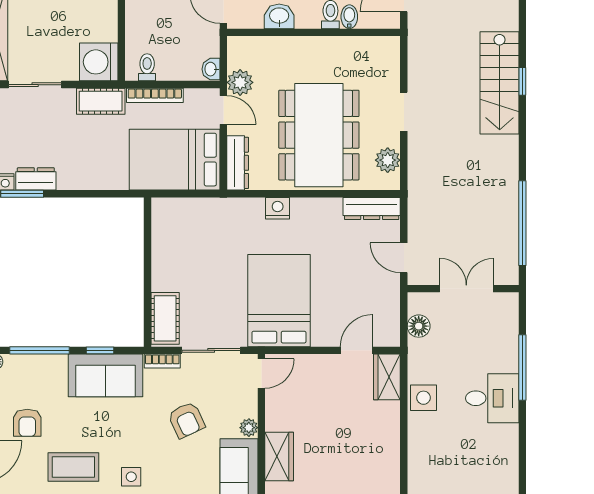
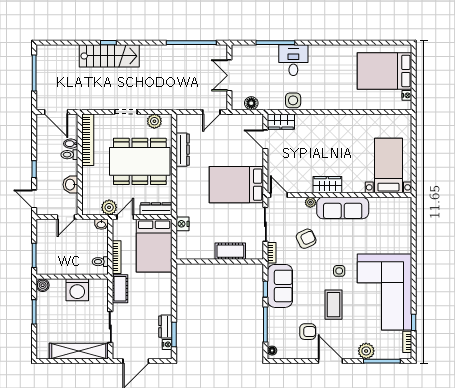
bookcase: (356, 46) -> (88, 140), added
washing machine: (99, 62) -> (77, 290), moved
nightstand: (278, 208) -> (182, 224), moved
dresser: (372, 208) -> (183, 150), moved
cot: (165, 318) -> (230, 251), moved

